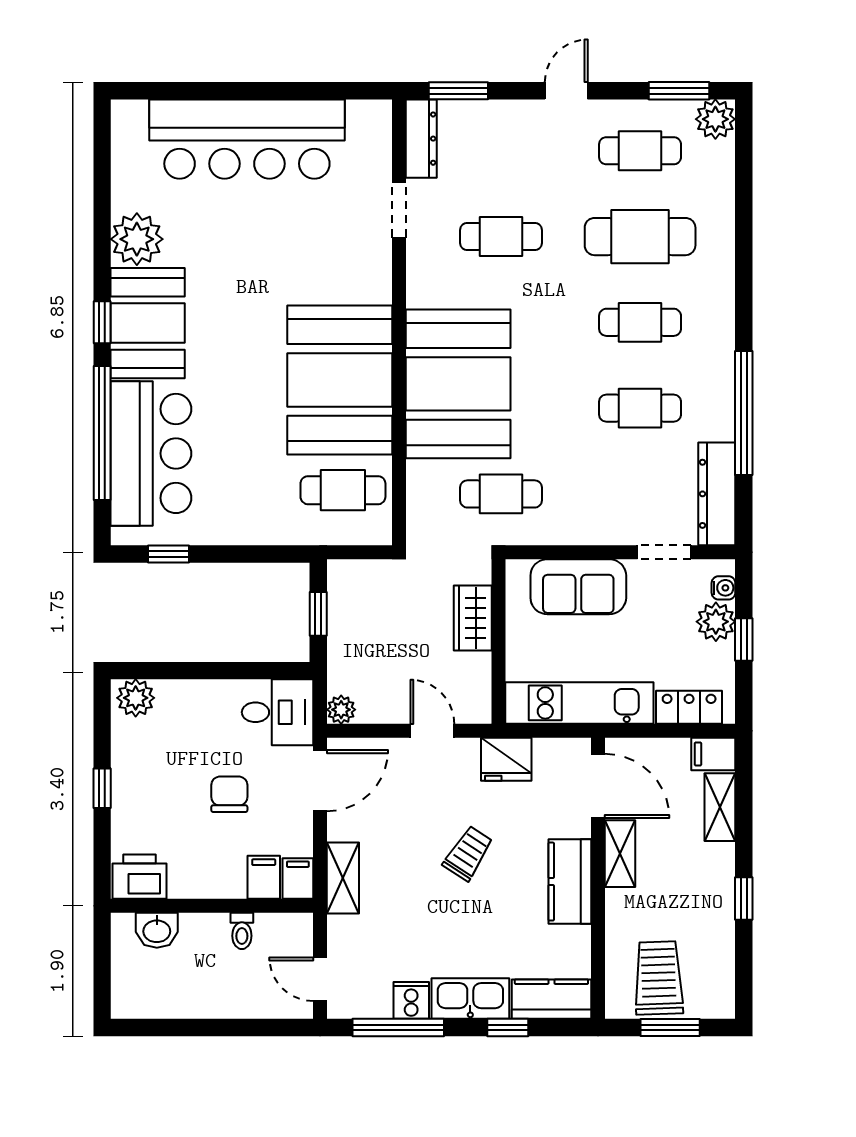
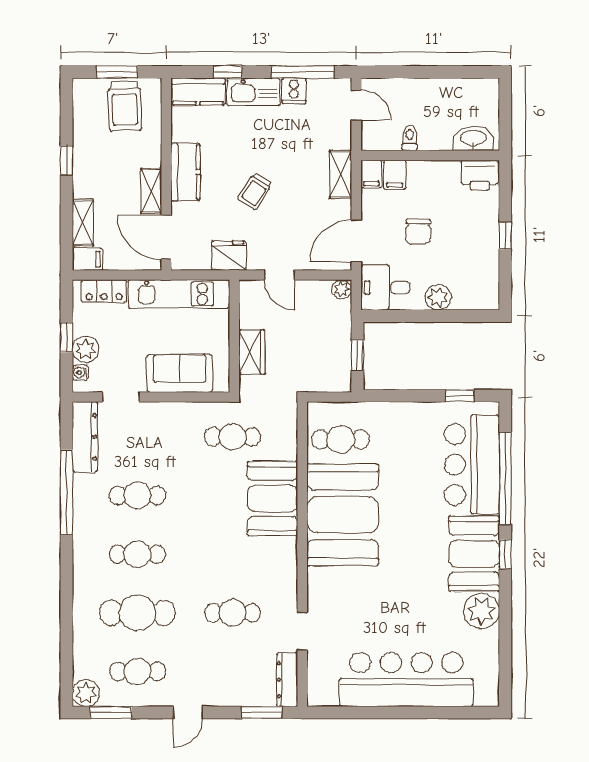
booth: (458, 384) -> (272, 499), width x0.73, depth x0.70
plant: (136, 698) -> (438, 297), moved
washbasin: (157, 930) -> (473, 139), width x1.38

